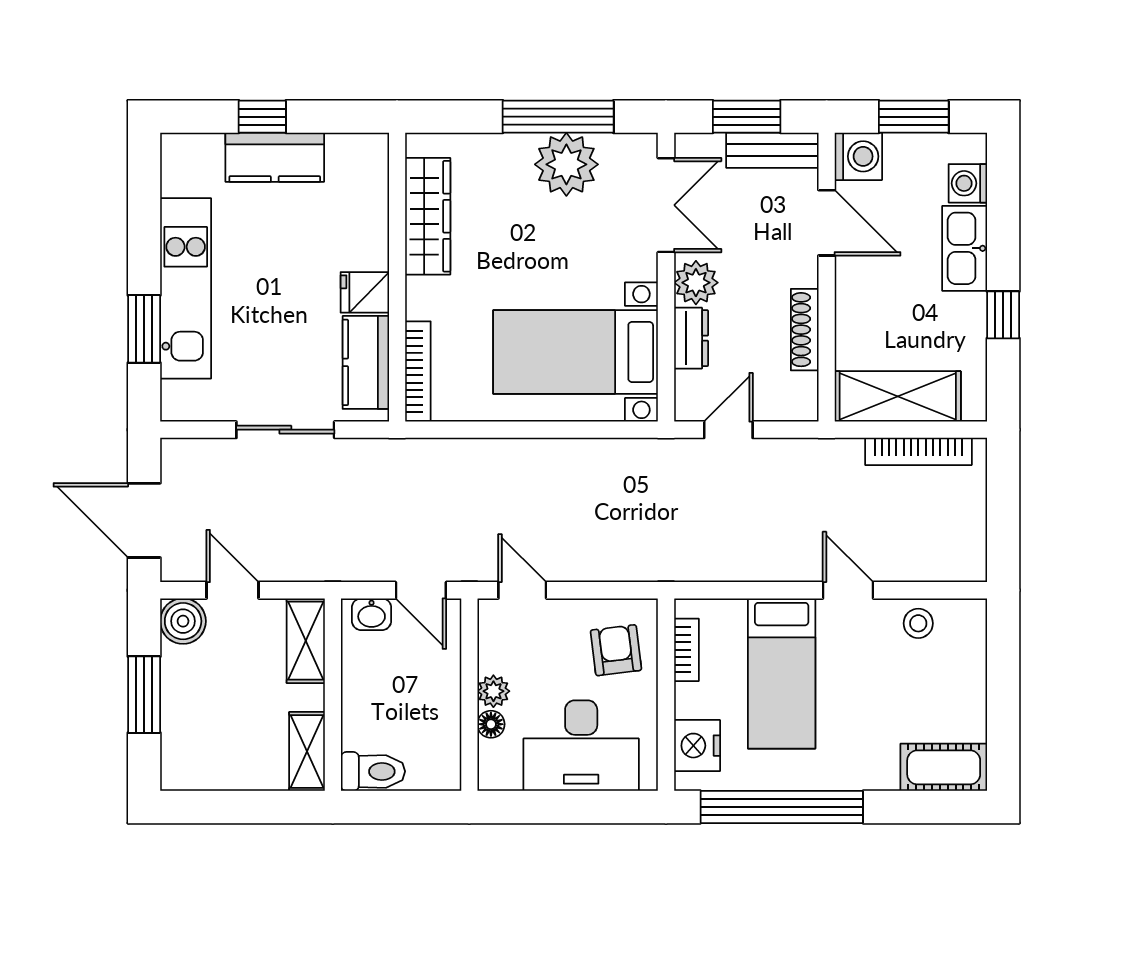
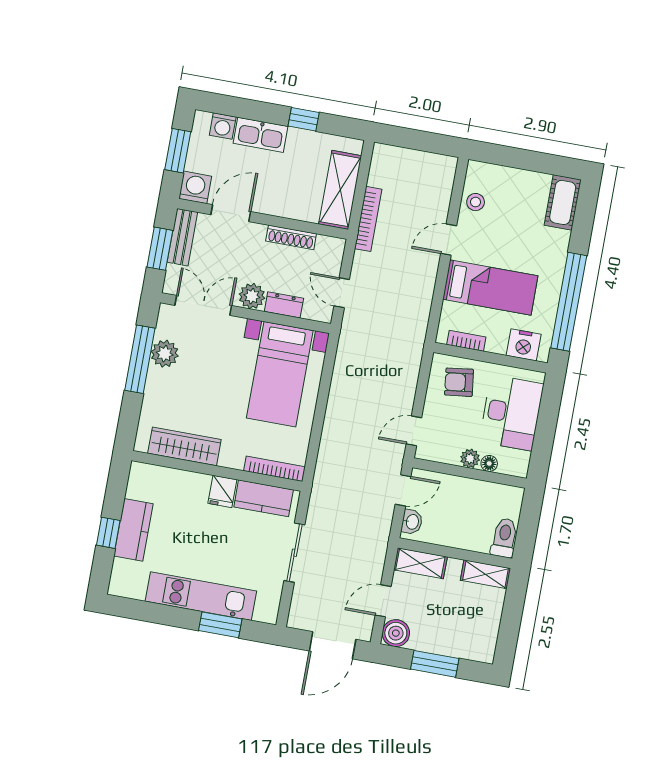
plant: (566, 164) -> (165, 354), width x0.73, depth x0.73
bookcase: (918, 451) -> (368, 219), moved

